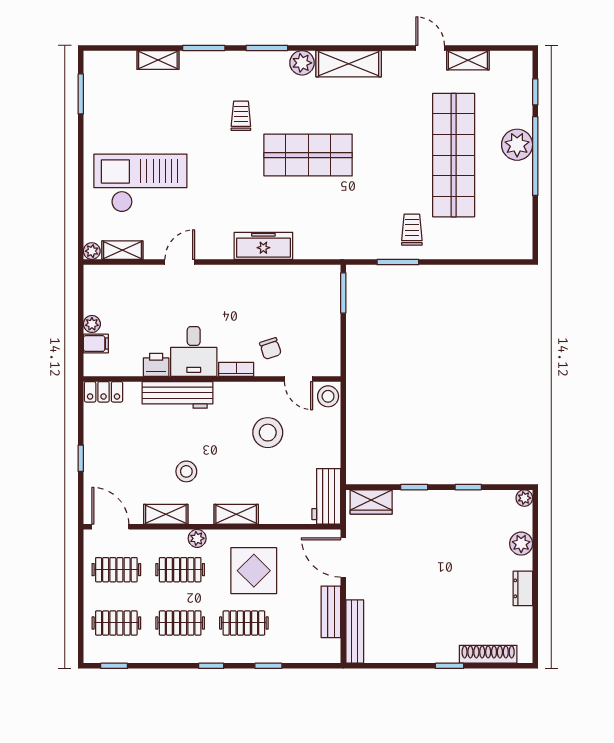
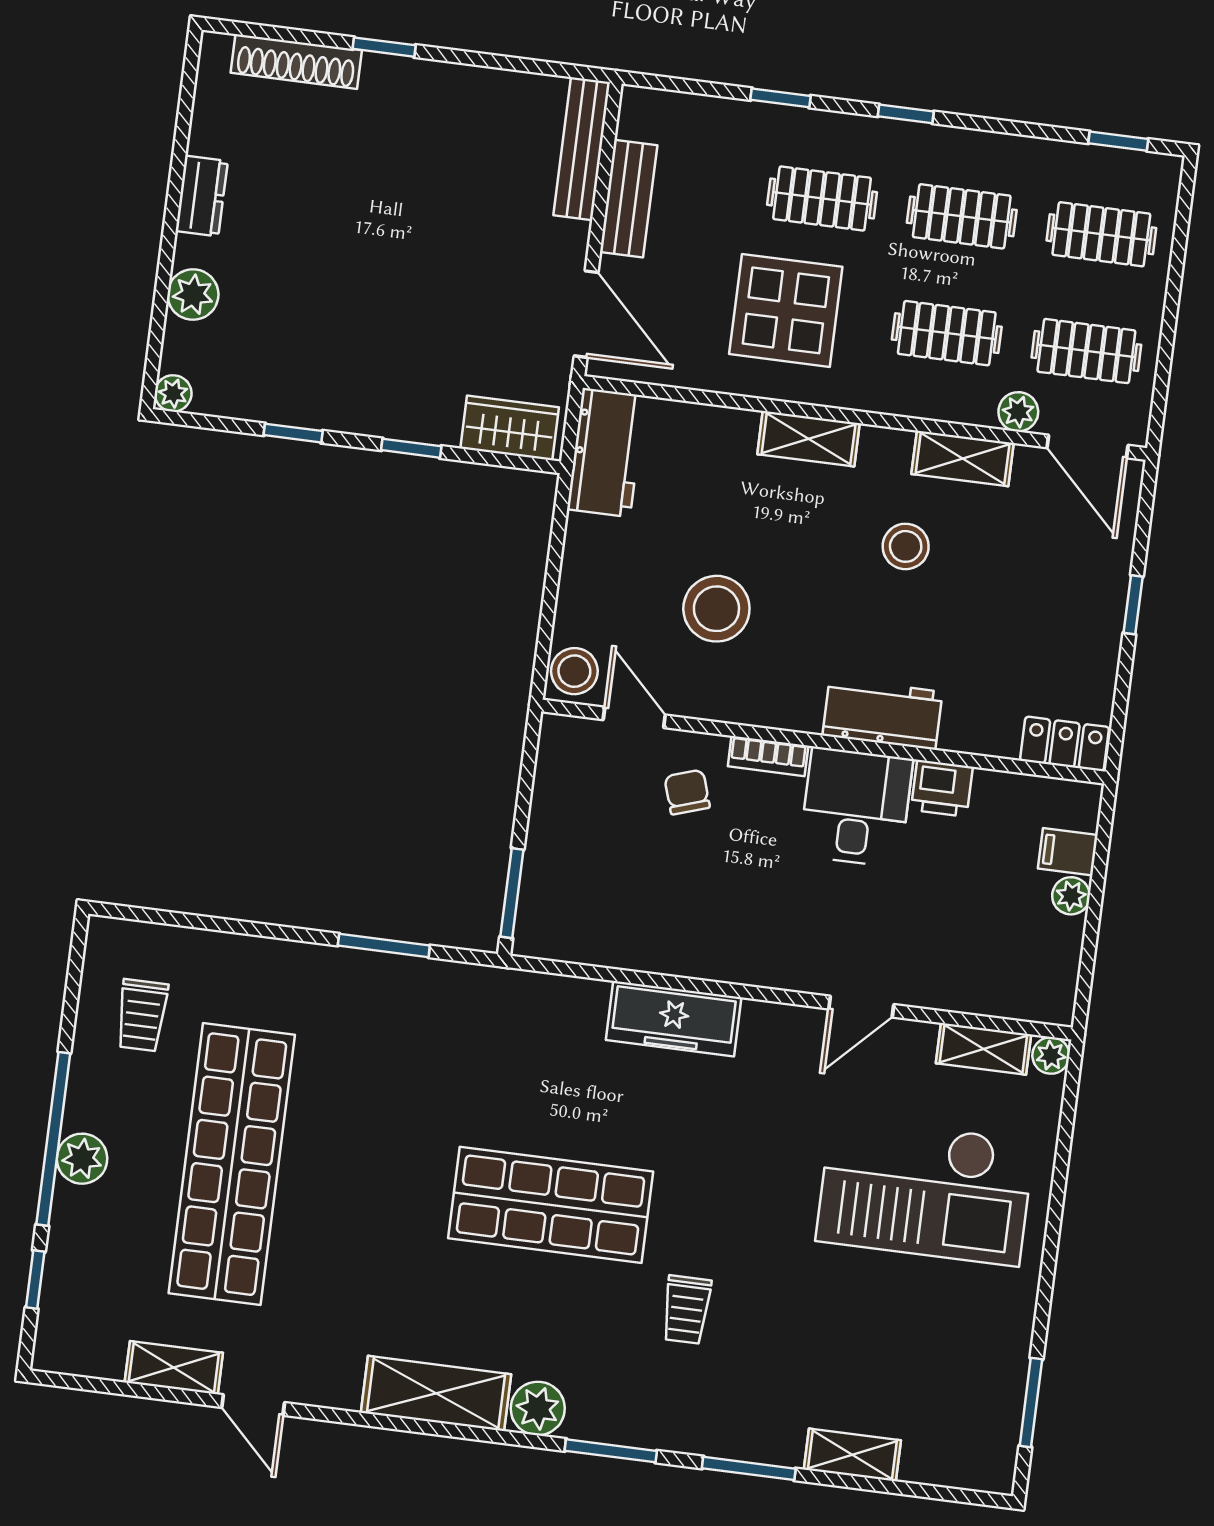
plant: (517, 145) -> (82, 1159), width x0.73, depth x0.73
trolley: (412, 230) -> (142, 1015), moved
workbench: (177, 395) -> (883, 714), width x0.73
plant: (197, 538) -> (1018, 412), moved

